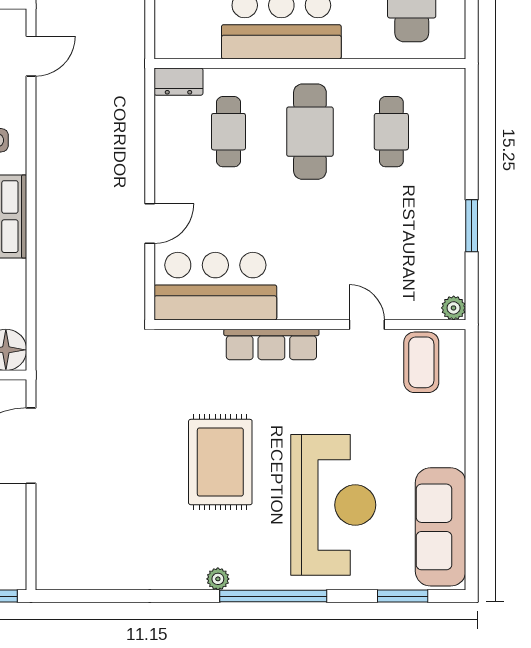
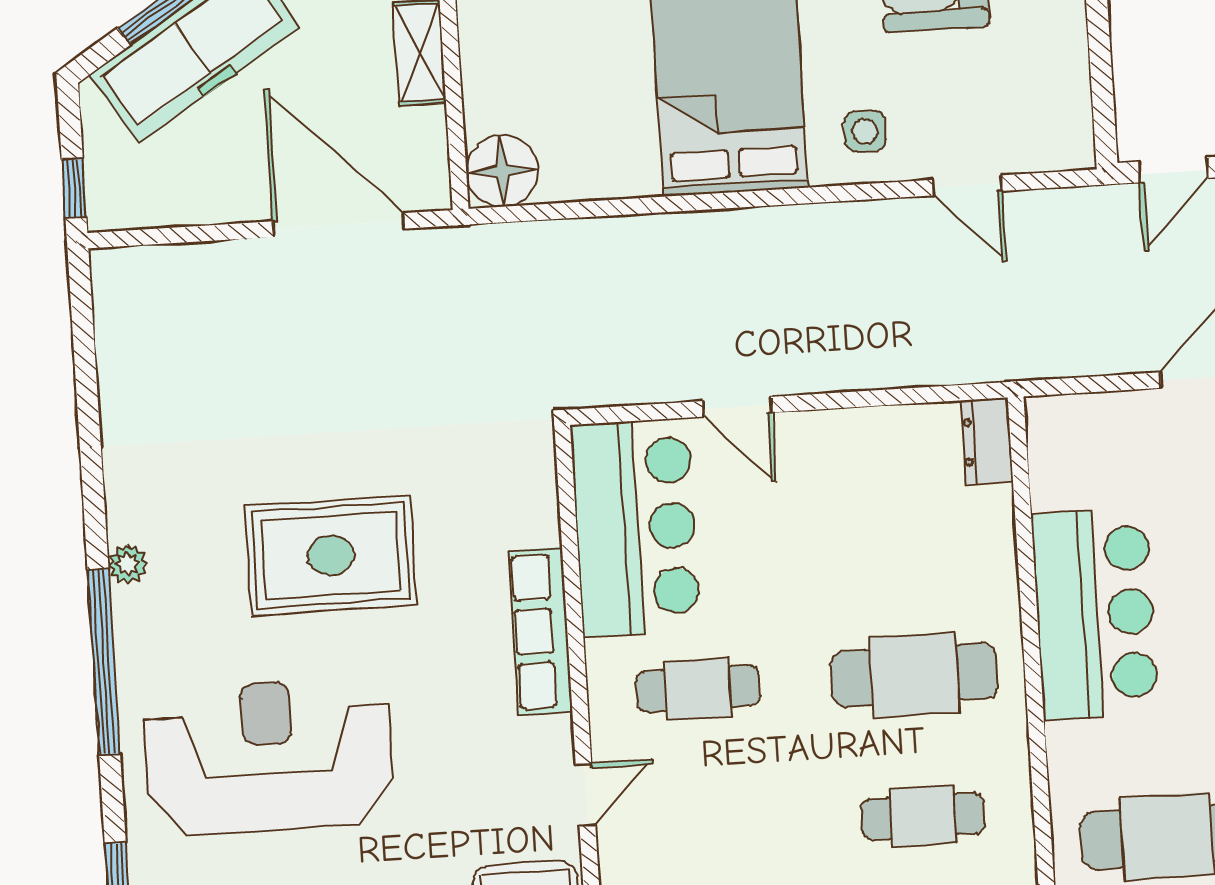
door: (31, 56) -> (967, 185), moved
cafe table: (229, 132) -> (698, 689), moved
reception desk: (333, 505) -> (269, 756), turned 180

